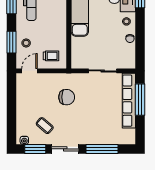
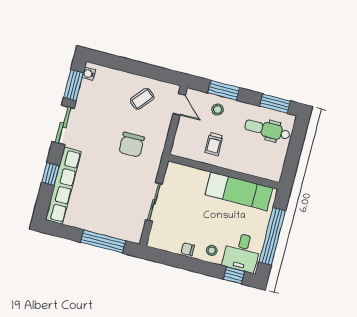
trolley: (51, 56) -> (214, 144), moved
row of seats: (129, 101) -> (63, 186), moved, turned 90
coffee table: (45, 126) -> (142, 99), moved
window: (102, 149) -> (50, 174), width x0.46

